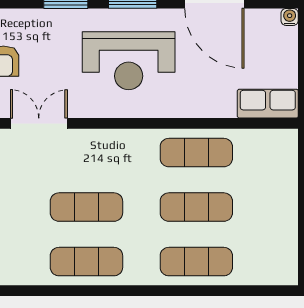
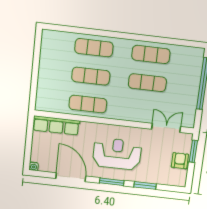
row of seats: (268, 104) -> (56, 125), width x1.48
double door: (39, 123) -> (166, 128), swing flipped

